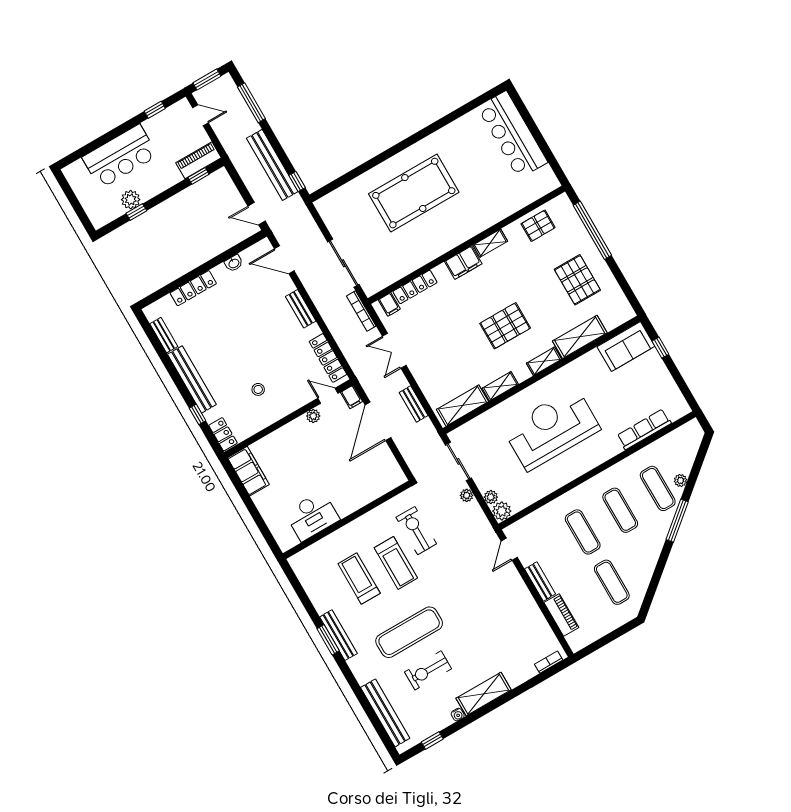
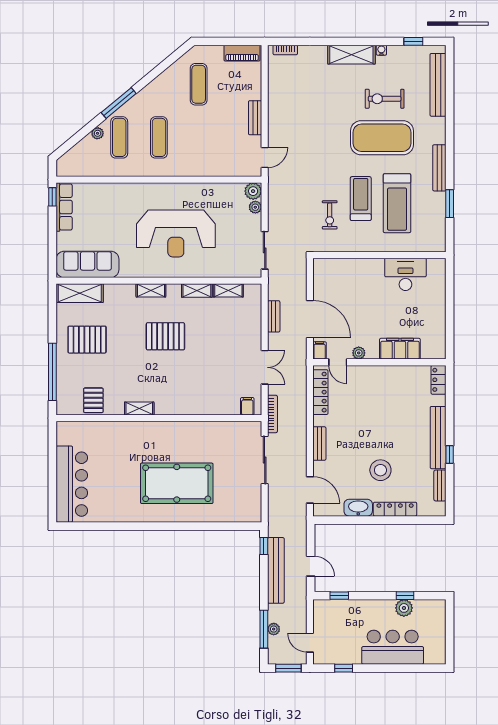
piano: (199, 160) -> (332, 608), removed
door: (257, 214) -> (311, 566), moved
pallet: (538, 226) -> (93, 400), turned 90
washbasin: (234, 263) -> (358, 508), width x1.91, depth x1.45
filing cabinet: (463, 263) -> (170, 405), removed
pallet: (577, 280) -> (87, 340), turned 90
locker: (415, 287) -> (219, 408), removed
shelving: (580, 337) -> (80, 293), moved
sofa: (626, 346) -> (88, 264), width x1.36
window: (660, 348) -> (52, 197), moved
stool: (258, 389) -> (380, 470), moved, width x1.89, depth x1.89
shelving: (462, 406) -> (228, 290), width x0.67, depth x0.75
window: (198, 414) -> (450, 454), moved
door: (378, 421) -> (310, 319), hinge flipped
row of seats: (644, 429) -> (64, 207), moved, turned -90
filing cabinet: (248, 471) -> (400, 349), moved, turned 90
plant: (467, 495) -> (274, 629), moved
exercise bike: (416, 531) -> (330, 215), width x0.73, depth x0.72
exercise mat: (583, 532) -> (199, 137), removed
treadmill: (359, 579) -> (397, 203), width x1.37, depth x1.38
piano: (561, 615) -> (242, 53), moved, turned -90
exercise mat: (409, 632) -> (382, 138), width x1.47
window: (328, 640) -> (450, 204), moved
exercise bike: (428, 670) -> (385, 99), turned 180

